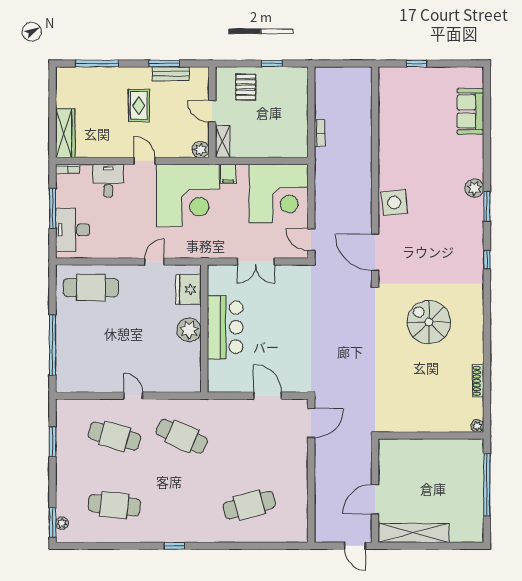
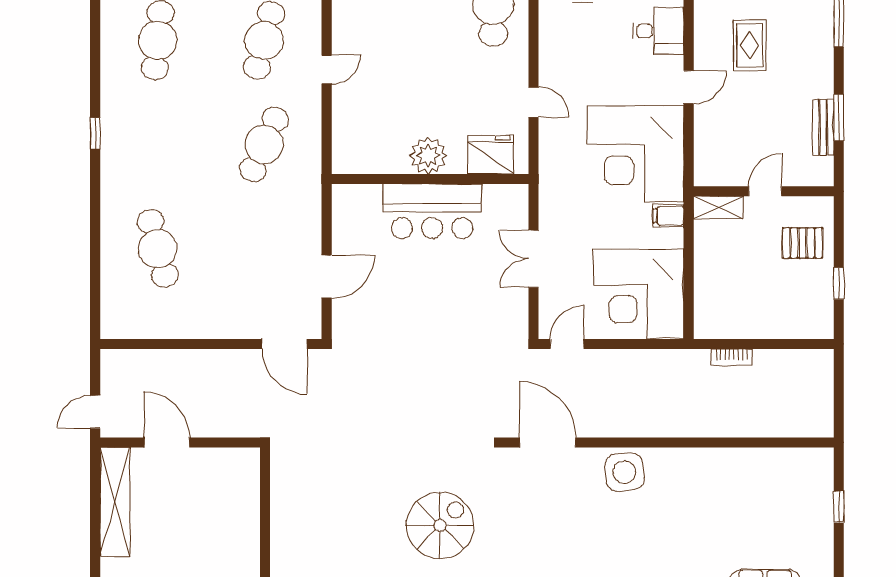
rug: (139, 105) -> (750, 45), moved, turned 90
plant: (200, 149) -> (706, 173), removed
door: (375, 252) -> (548, 442), hinge flipped

